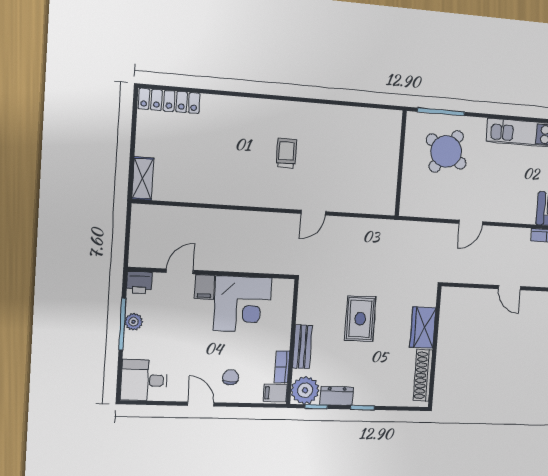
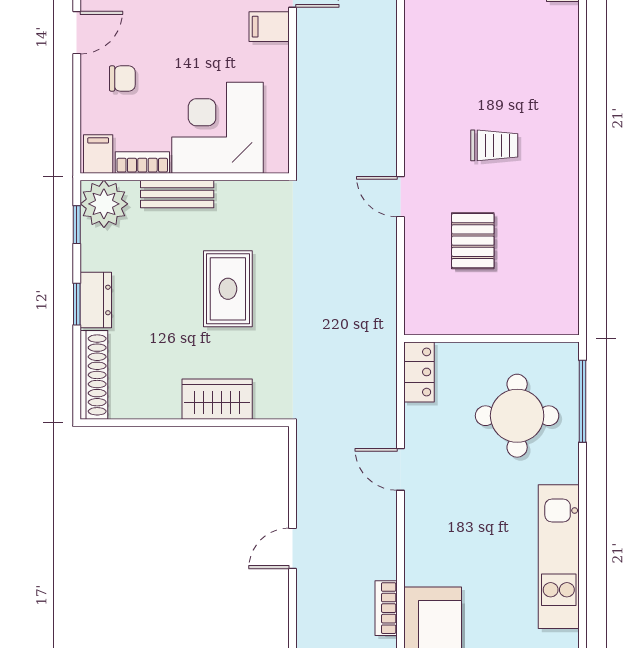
round table: (446, 151) -> (517, 416), turned -34
pallet: (343, 170) -> (473, 241), added
locker: (417, 208) -> (419, 372), added
corner desk: (242, 304) -> (218, 128), moved, turned 90
rug: (360, 319) -> (228, 289), turned 90
shoe rack: (423, 375) -> (94, 375), moved, turned 90
dresser: (337, 396) -> (96, 300), moved

